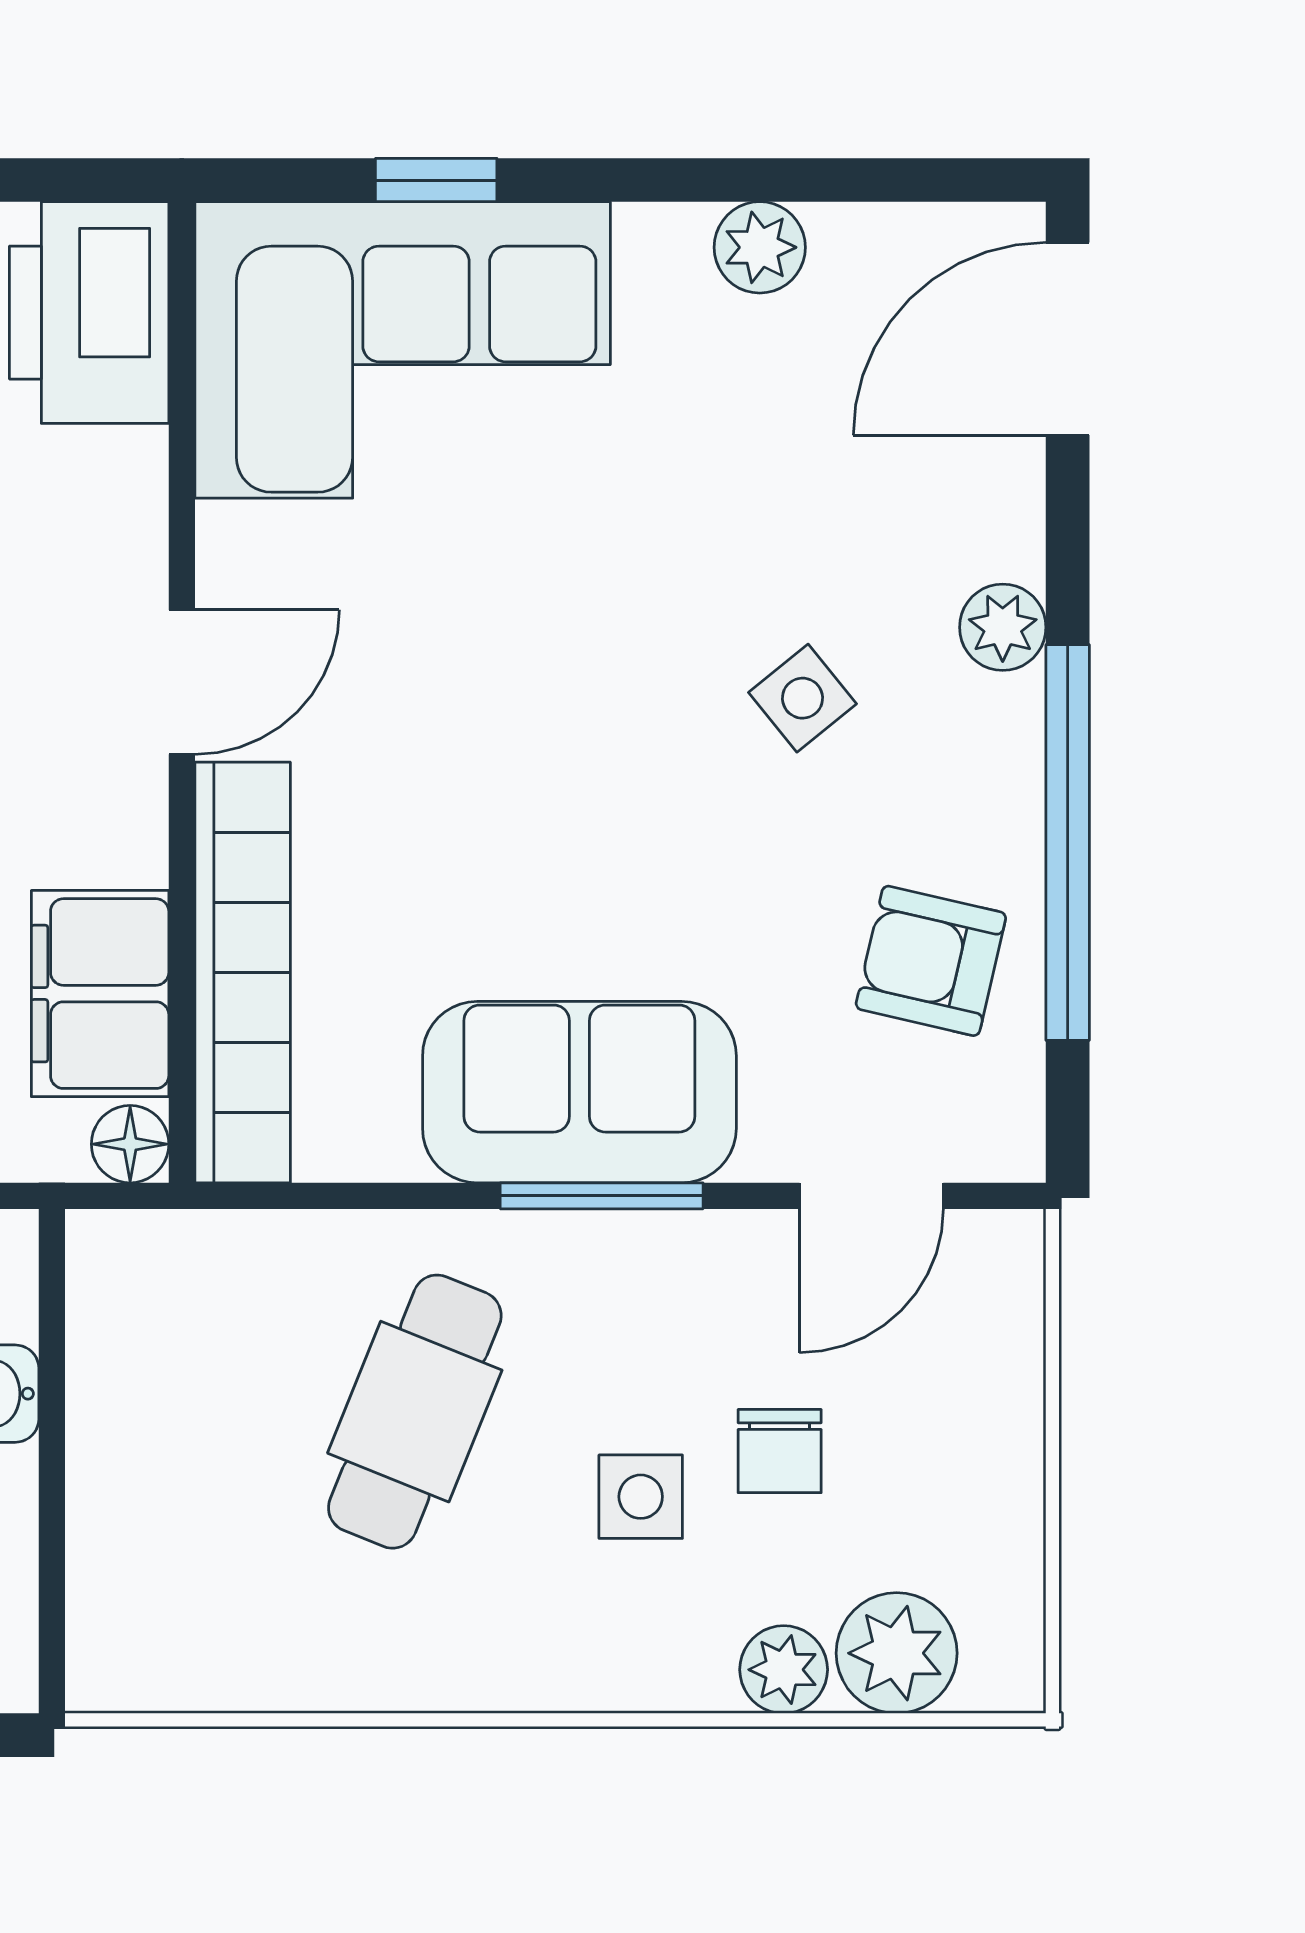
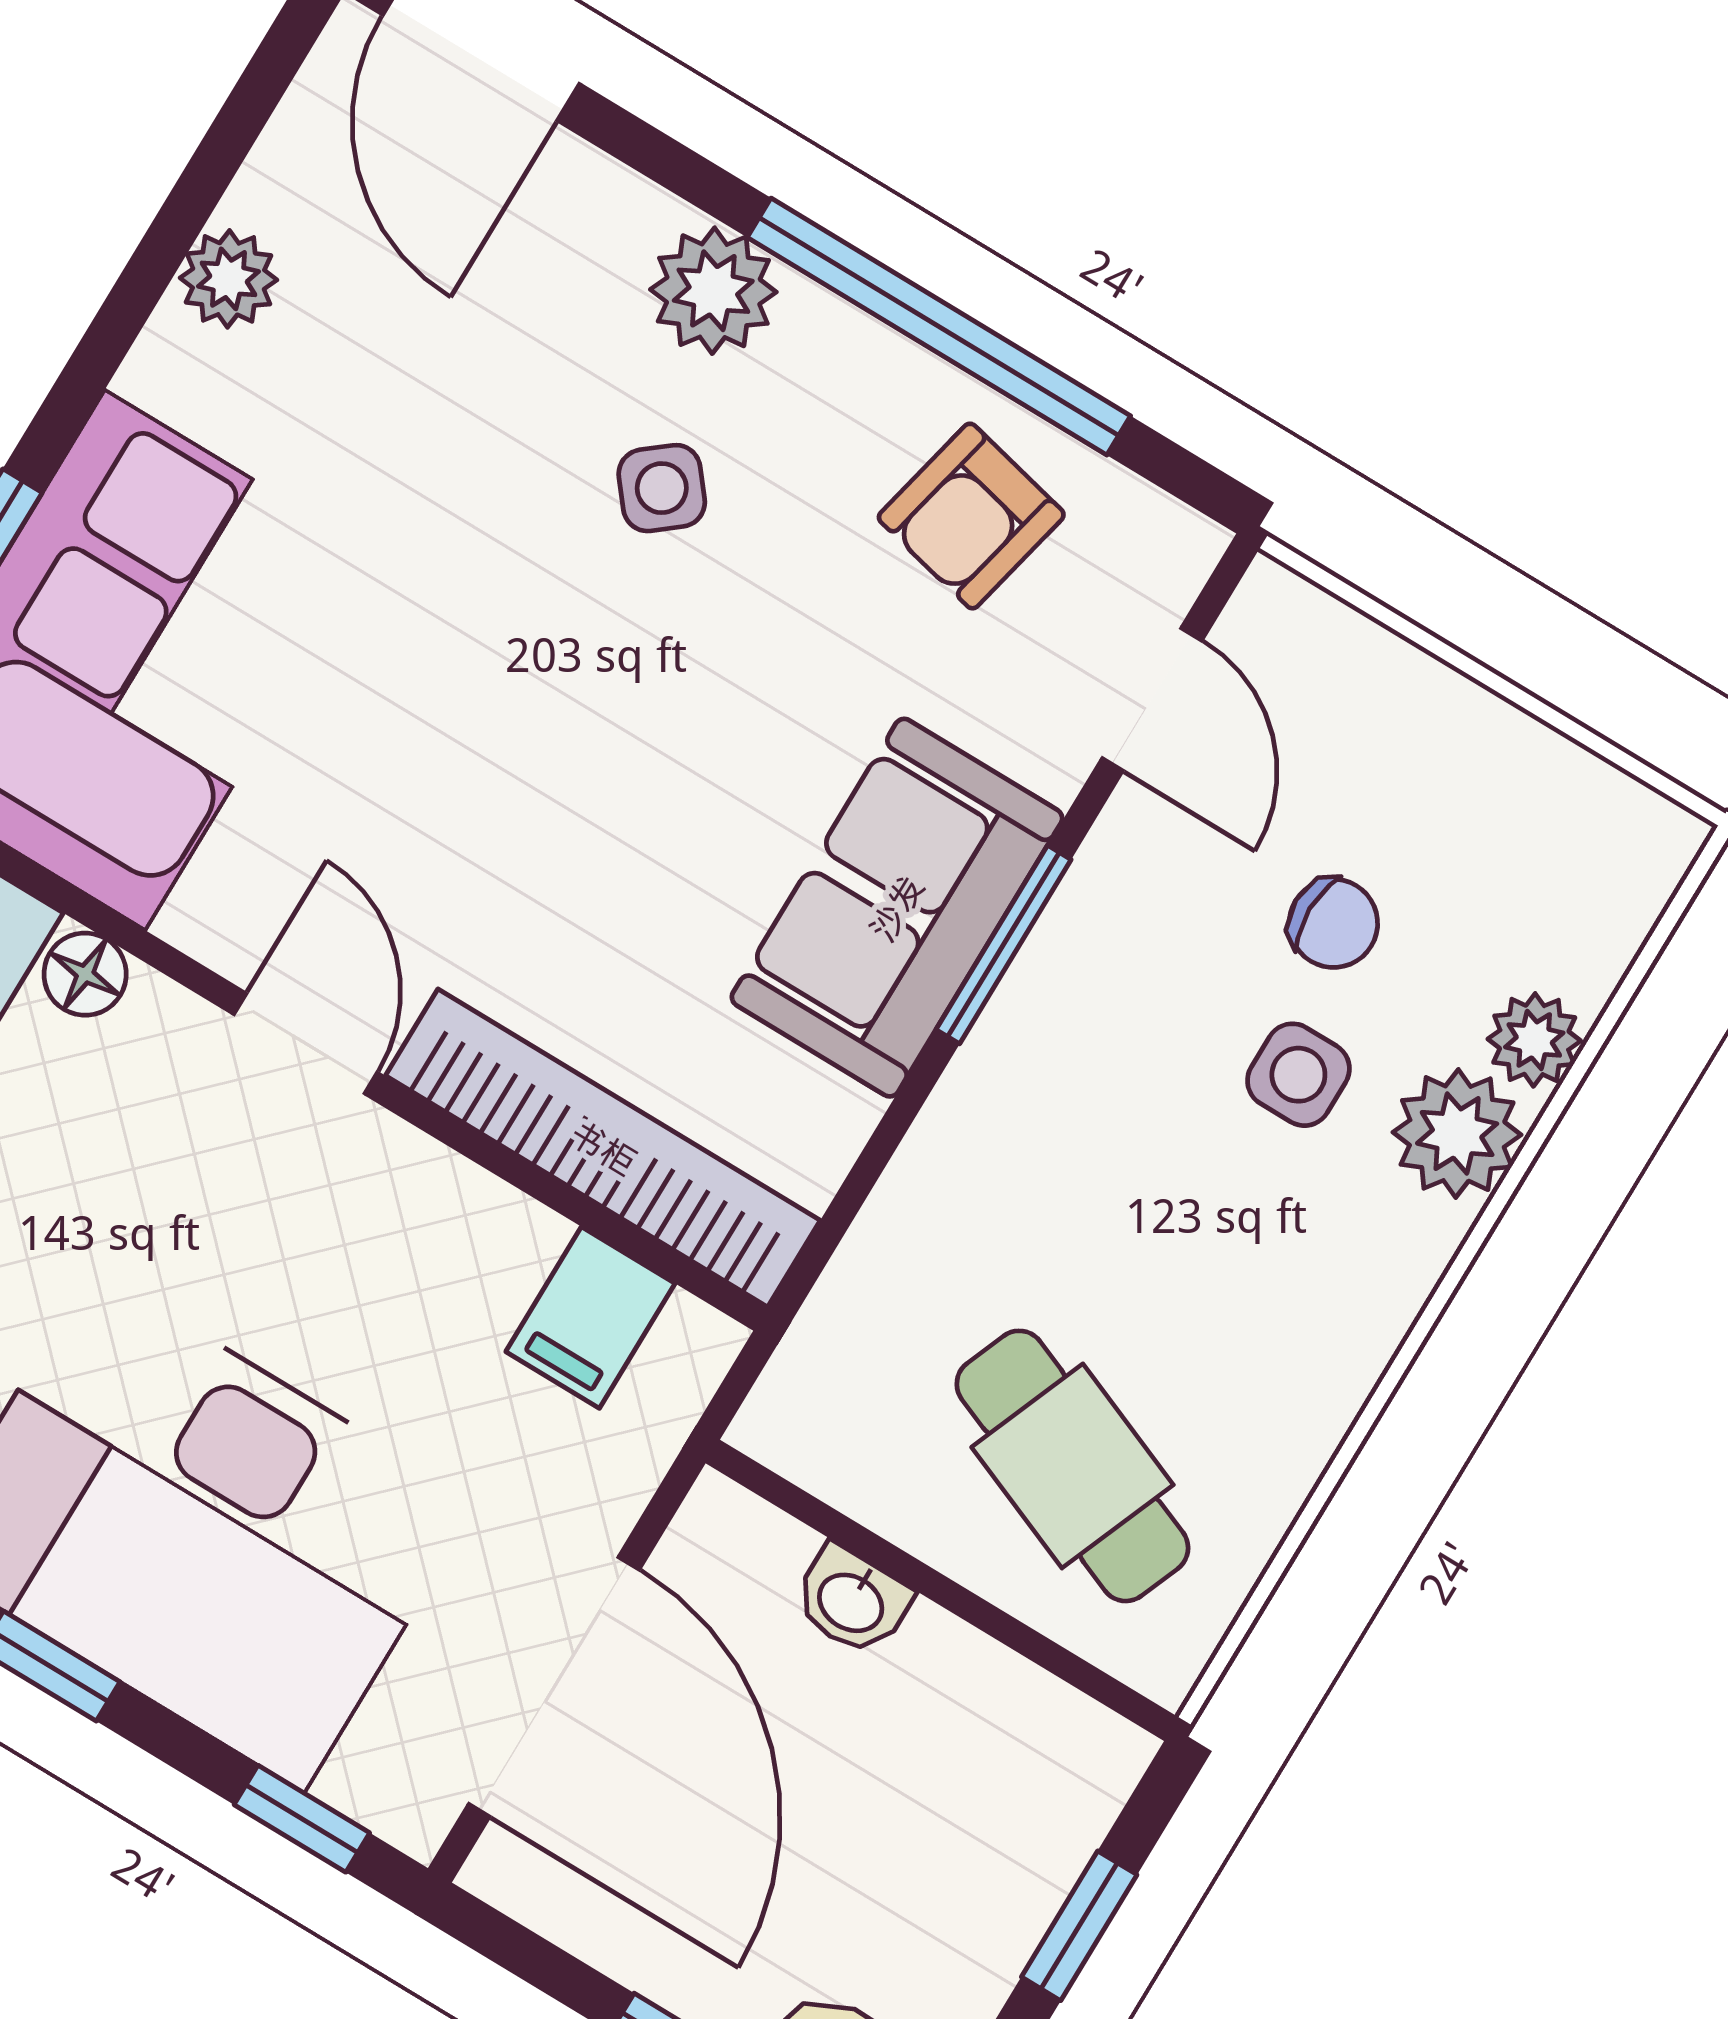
plant: (1003, 627) -> (713, 291), width x1.38, depth x1.38
filing cabinet: (100, 994) -> (590, 1318), width x0.50
floor lamp: (130, 1144) -> (85, 974), moved
cafe table: (415, 1412) -> (1072, 1466), moved
plant: (897, 1653) -> (1457, 1134), moved

